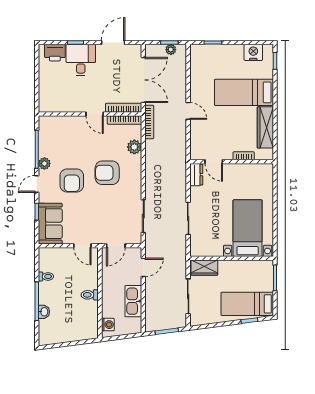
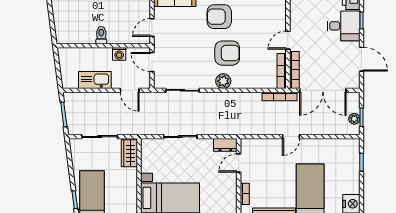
plant: (134, 147) -> (223, 81), moved
armchair: (107, 173) -> (227, 53), turned 90
washing machine: (108, 325) -> (119, 54), moved

